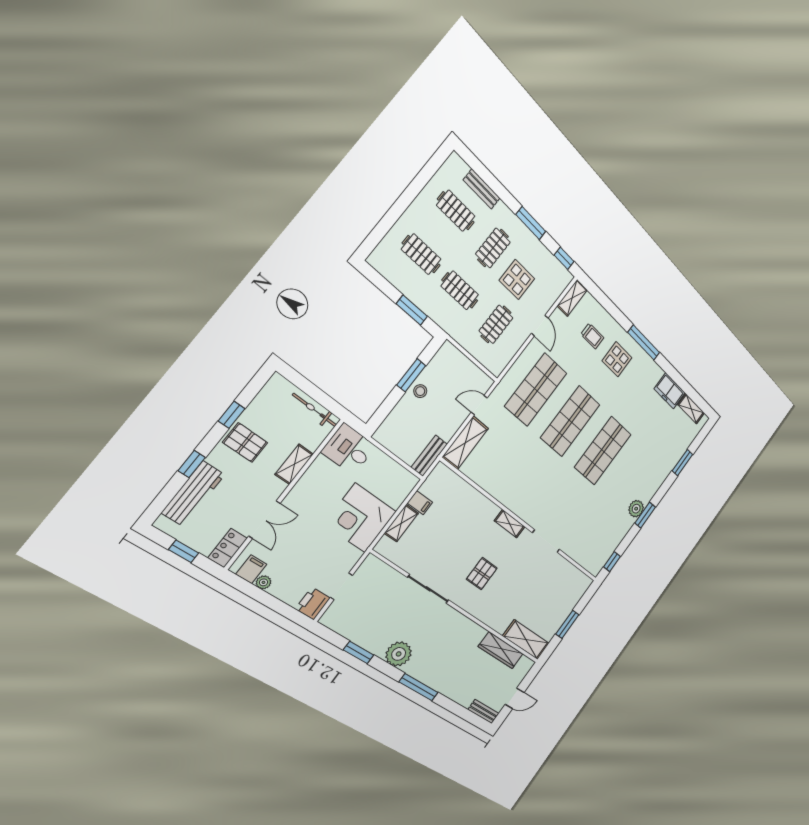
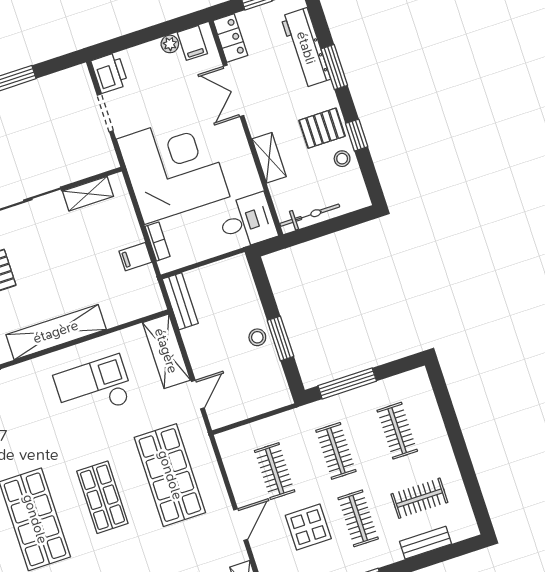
clothes rail: (421, 254) -> (397, 431), turned 90
clothes rail: (460, 290) -> (336, 451), turned 90
window: (412, 310) -> (347, 383), width x1.44
door: (540, 326) -> (241, 525), swing flipped
stool: (257, 414) -> (342, 159), added
shop shelf: (570, 421) -> (102, 497), width x0.70, depth x0.74
window: (192, 464) -> (334, 67), width x1.50
checkout: (513, 470) -> (94, 388), added
bookcase: (401, 496) -> (158, 241), added
corner desk: (360, 518) -> (173, 168), width x1.36, depth x1.36
shelving: (401, 523) -> (88, 194), moved, turned 90
shelving: (510, 524) -> (56, 332), width x2.20, depth x1.33

